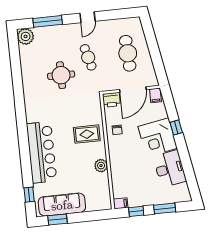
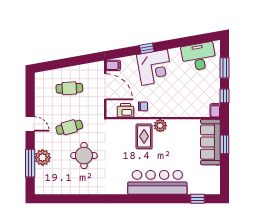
plant: (26, 36) -> (43, 157), moved
cafe table: (128, 53) -> (69, 88), width x0.73, depth x0.74
printer: (111, 100) -> (125, 110), moved, turned -90
plant: (101, 166) -> (160, 126), moved
desk: (170, 169) -> (199, 57), moved
sofa: (62, 205) -> (210, 142), moved
window: (57, 220) -> (225, 144), moved

